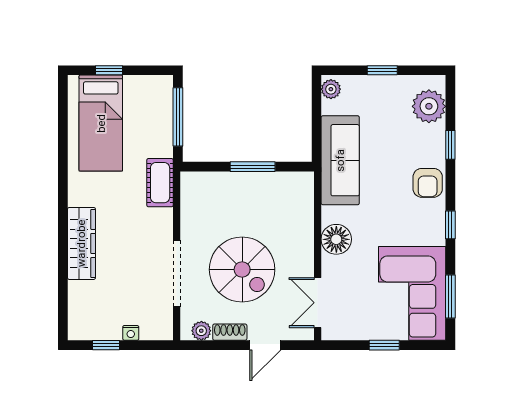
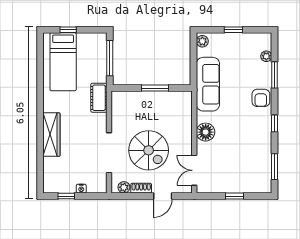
plant: (429, 106) -> (266, 56), width x0.53, depth x0.53
window: (450, 145) -> (275, 75), width x1.50
corner sofa: (412, 293) -> (251, 165), removed

